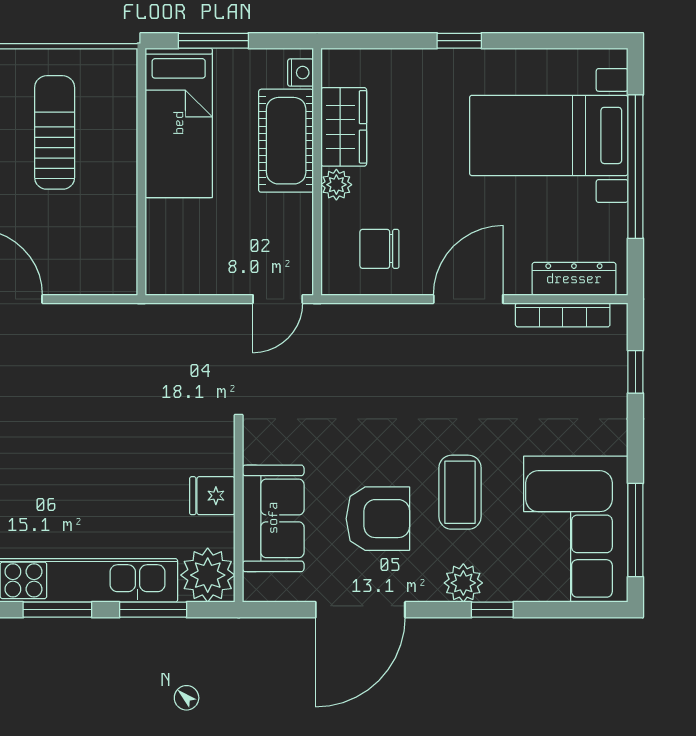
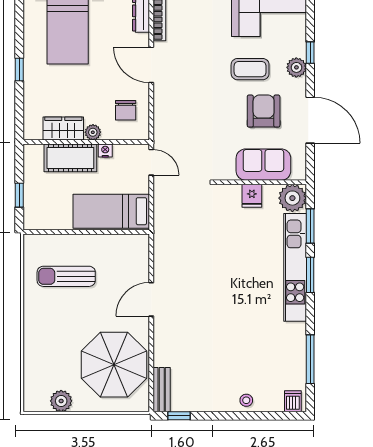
window: (213, 41) -> (19, 195), width x0.67
nightstand: (301, 73) -> (105, 151), moved
bed: (179, 123) -> (111, 211), moved, turned 180

